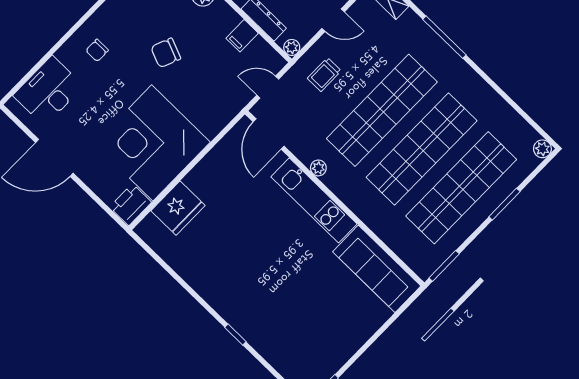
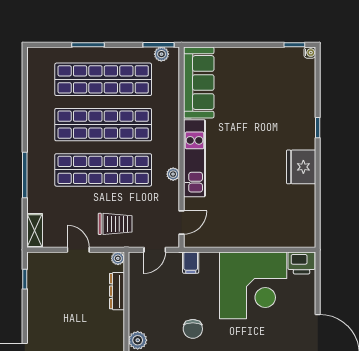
filing cabinet: (242, 36) -> (191, 263), moved, turned 90
chair: (166, 53) -> (193, 329), turned 68
trolley: (324, 75) -> (115, 224), width x1.36, depth x1.39
door: (268, 87) -> (155, 250), hinge flipped
door: (269, 134) -> (182, 223), width x0.73
plant: (542, 149) -> (161, 54), moved
fridge: (178, 208) -> (301, 167), moved, turned -90

